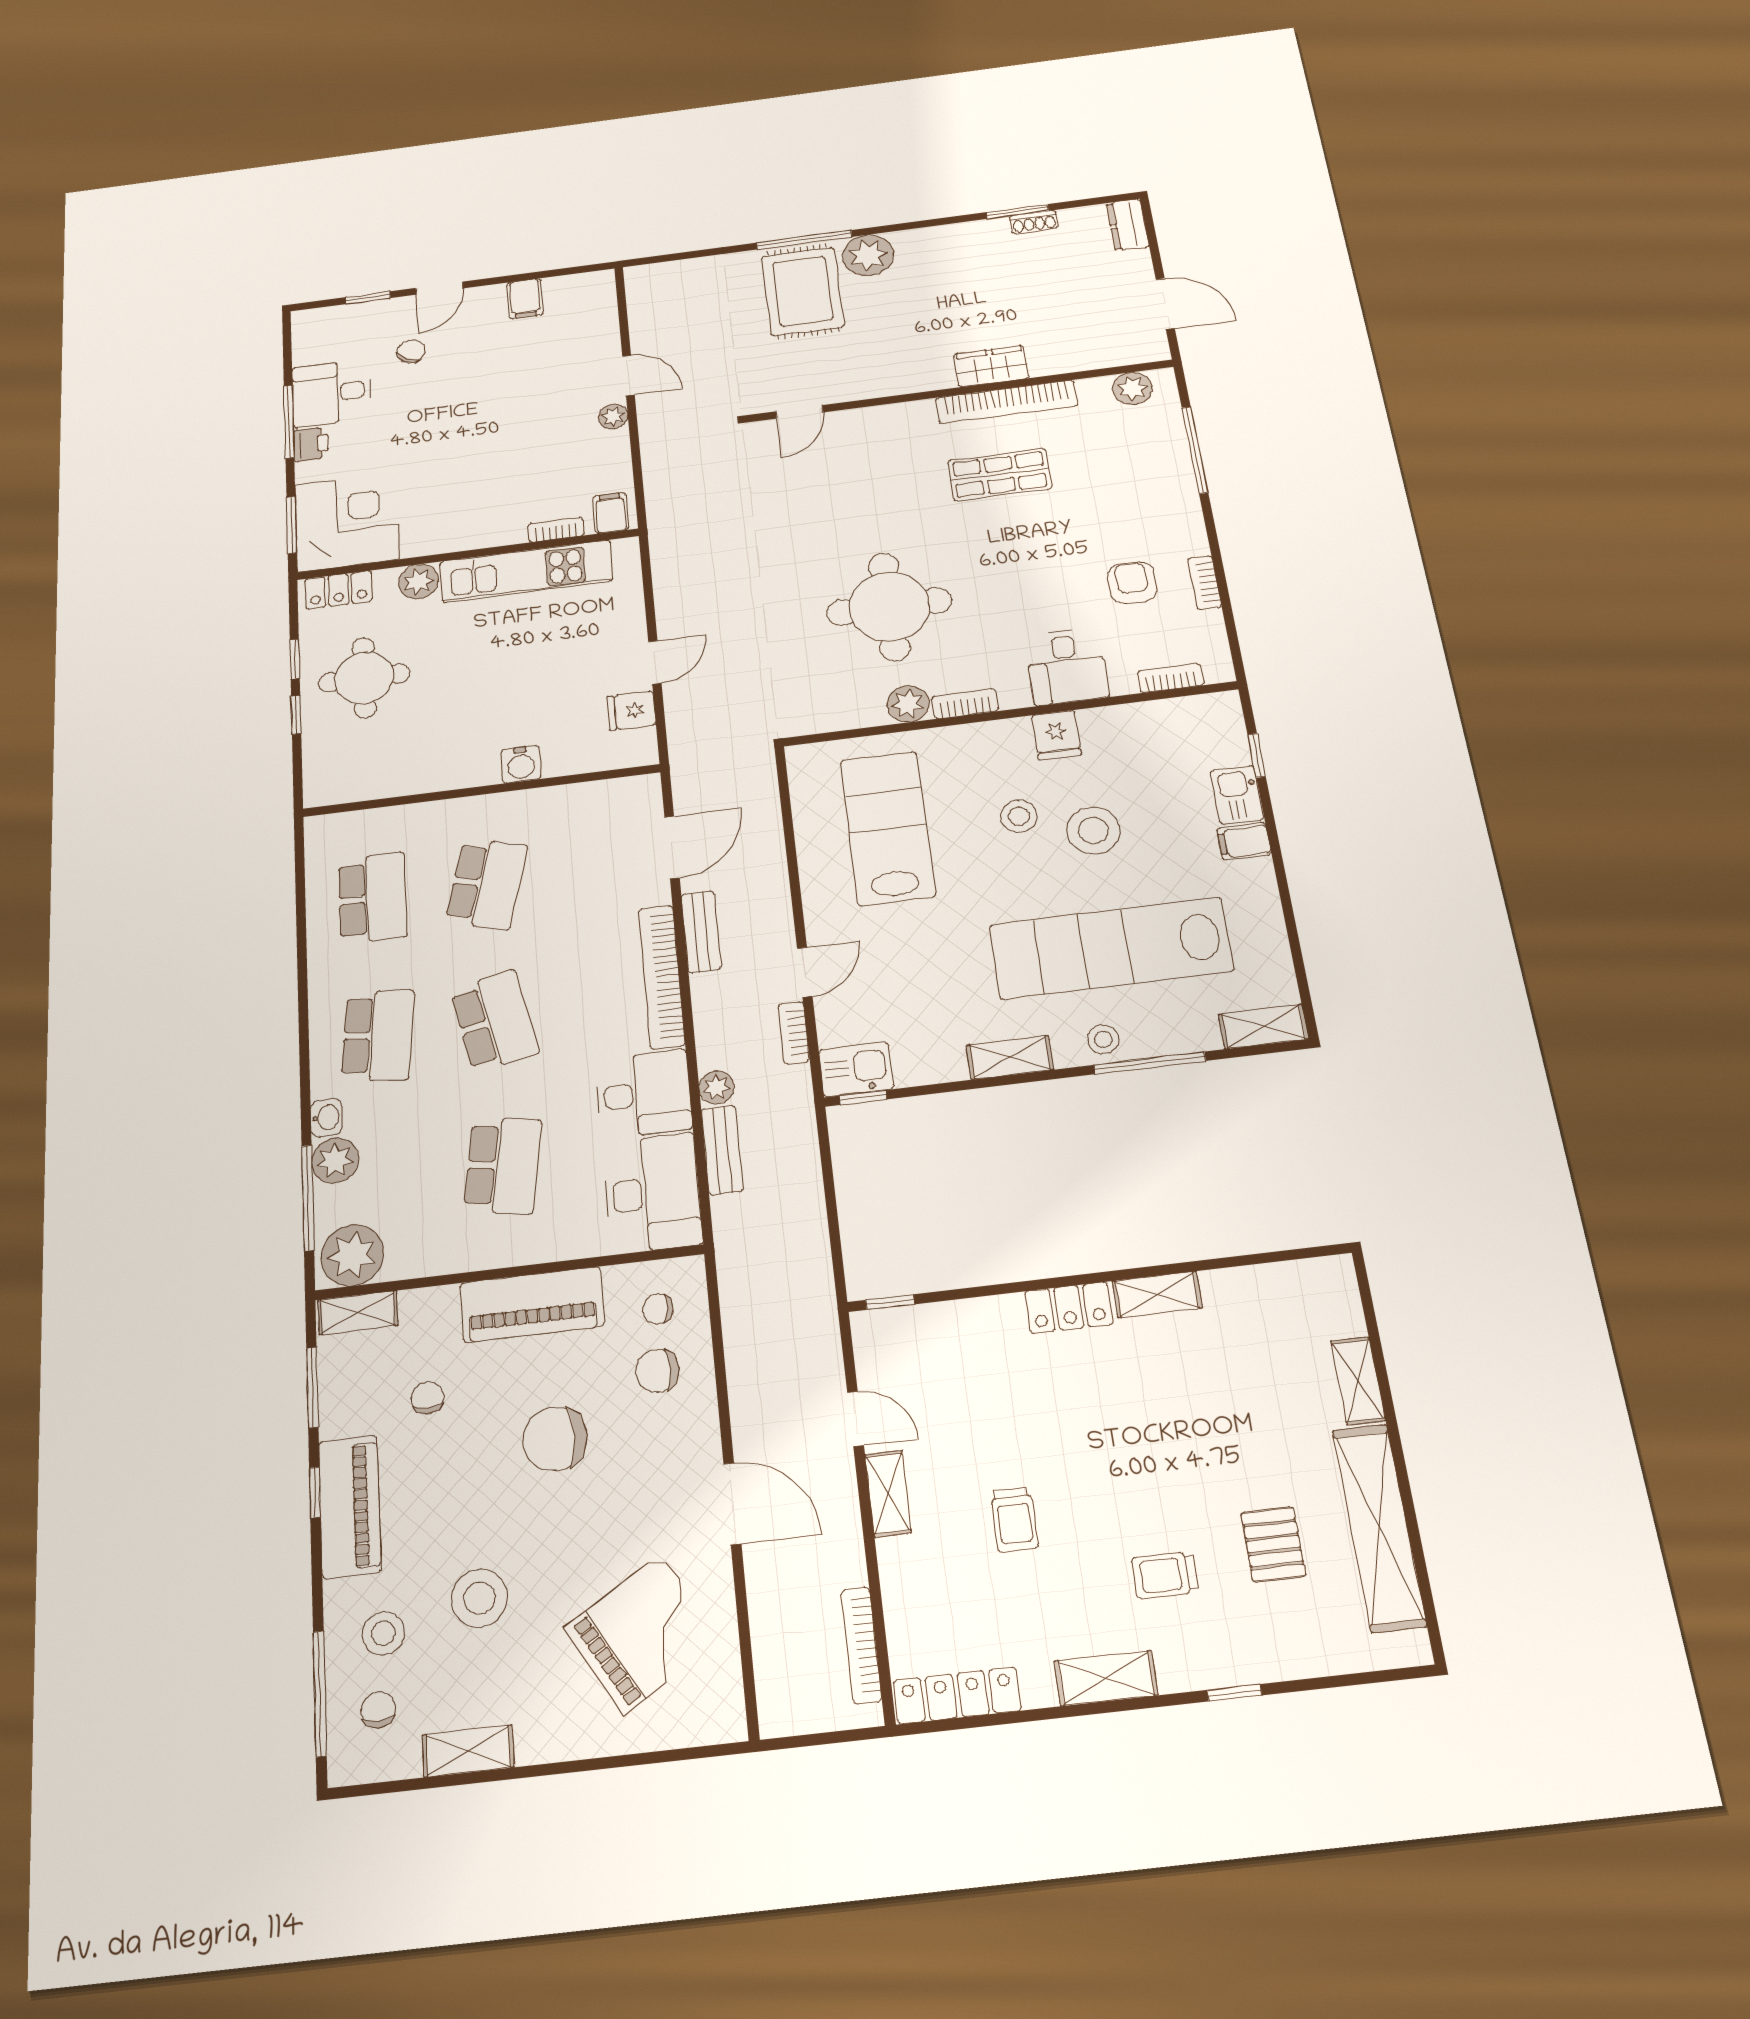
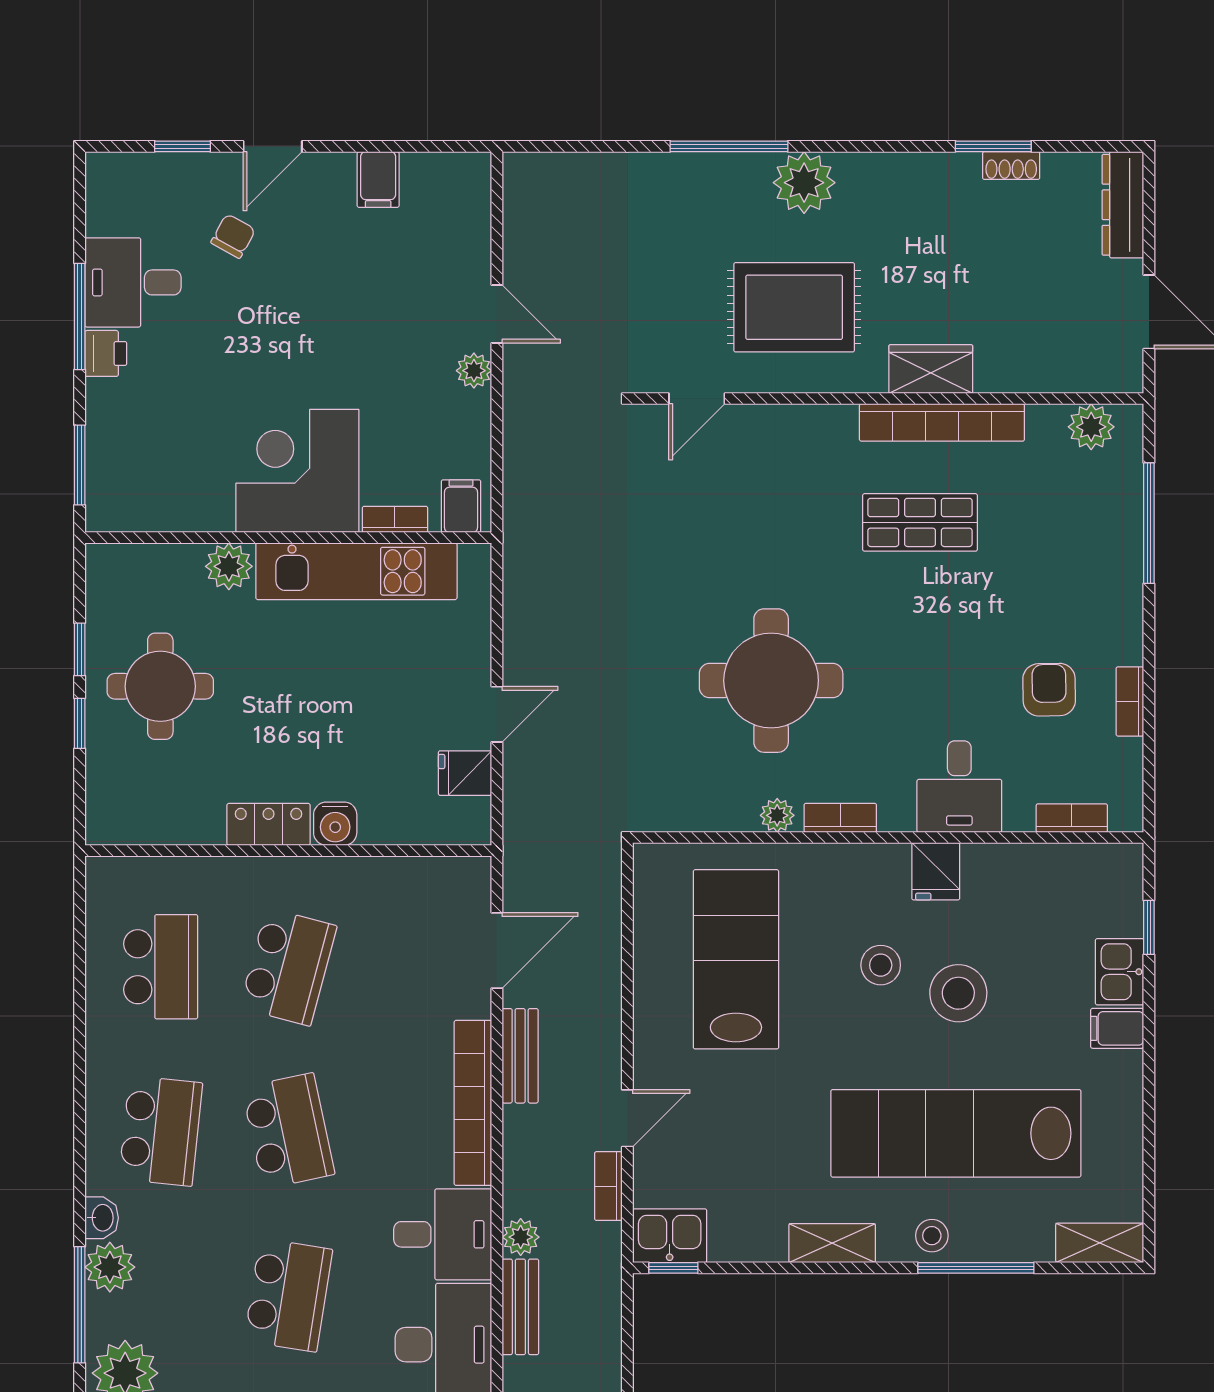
dresser: (1128, 225) -> (1123, 205), width x1.44
rug: (803, 291) -> (794, 307), moved, turned 90
corner desk: (347, 522) -> (297, 471), moved, turned -90
locker: (339, 590) -> (268, 824), moved, turned 180
plant: (908, 704) -> (777, 815), width x0.73, depth x0.73

